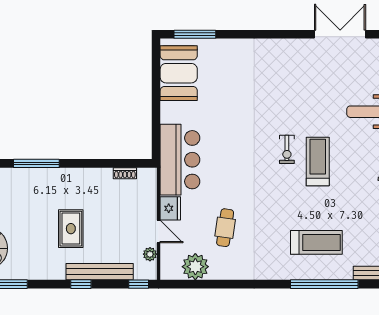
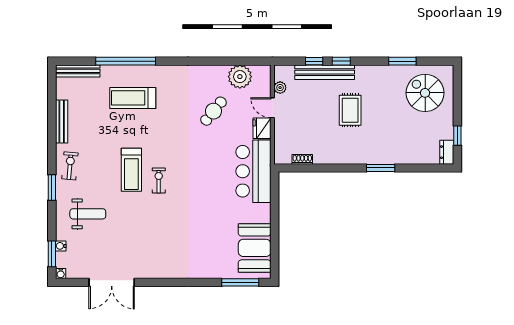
window: (36, 163) -> (381, 168), width x0.69
cafe table: (225, 228) -> (213, 111), turned 31
window: (139, 284) -> (314, 61), moved

